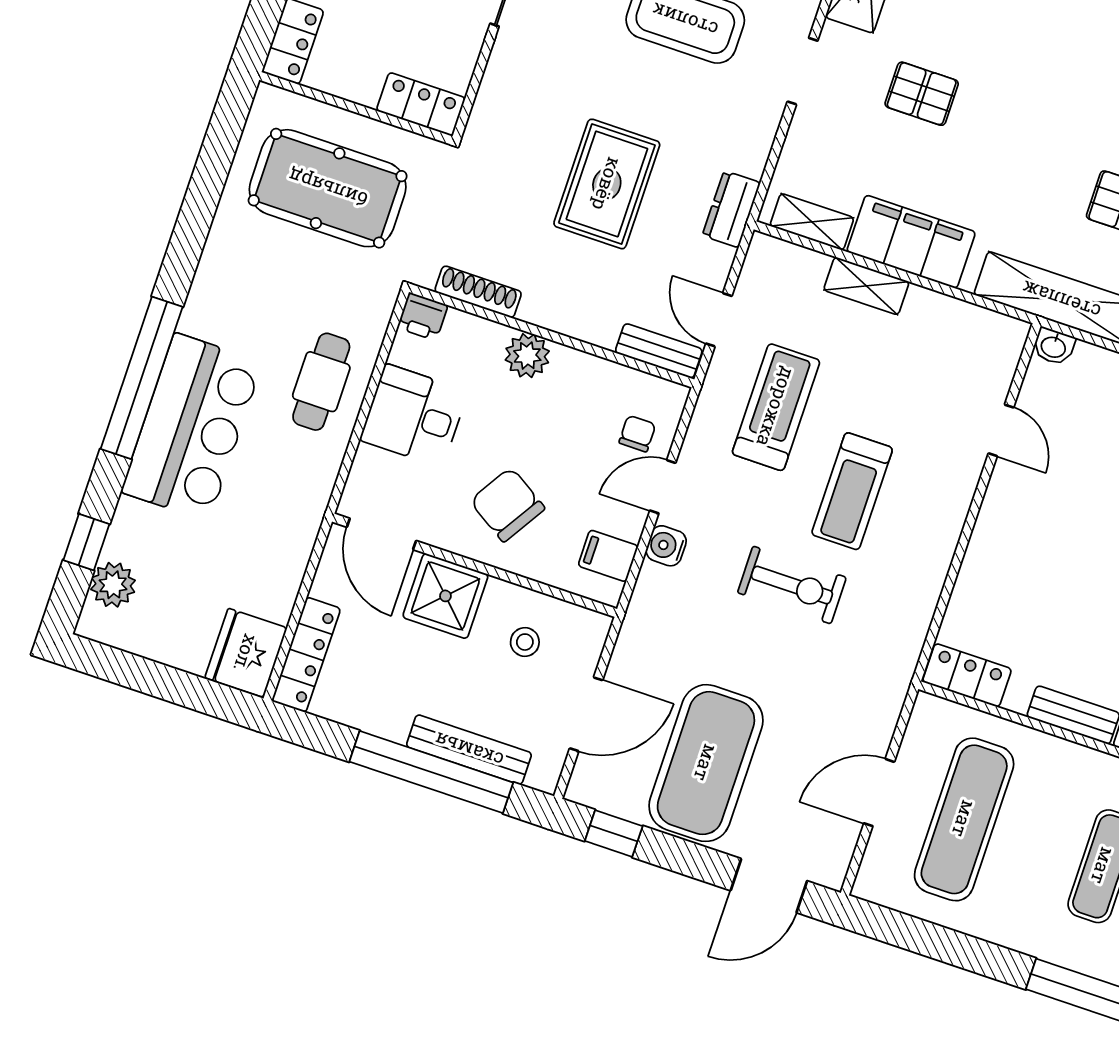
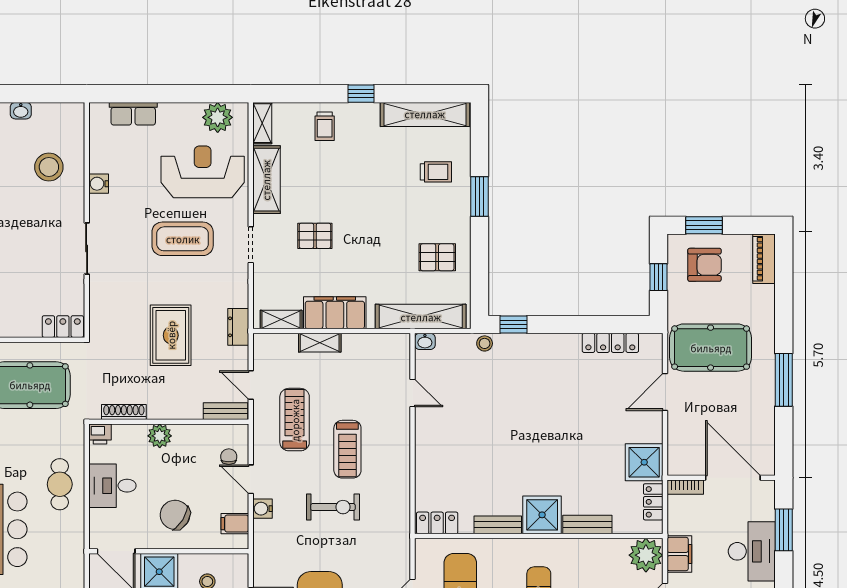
door: (663, 487) -> (251, 479), hinge flipped

